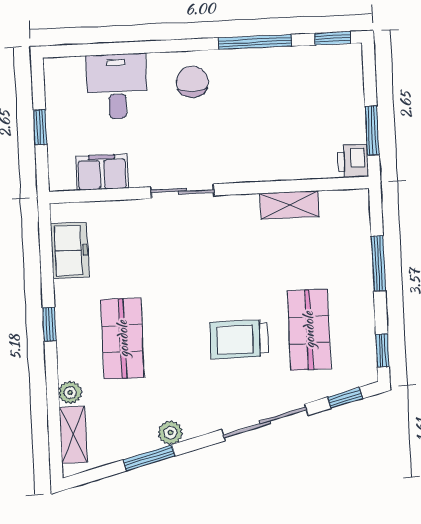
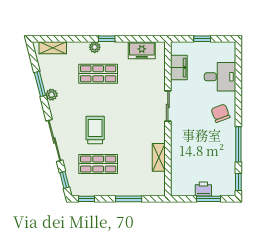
chair: (192, 82) -> (220, 113), turned -111
window: (372, 131) -> (208, 199), moved
printer: (353, 161) -> (203, 189), moved
plant: (70, 393) -> (95, 47), moved

